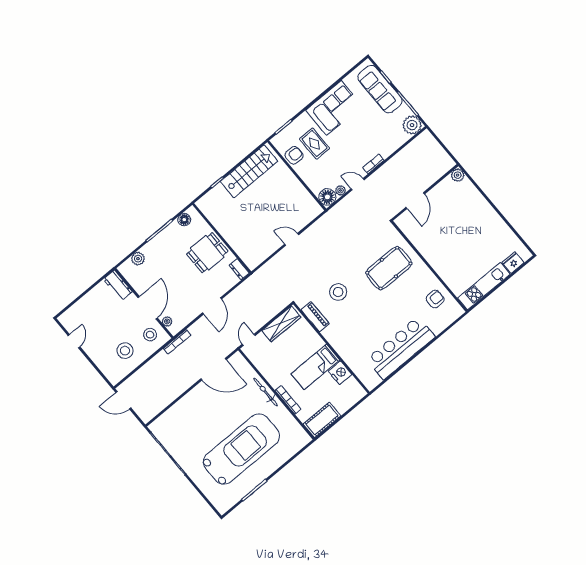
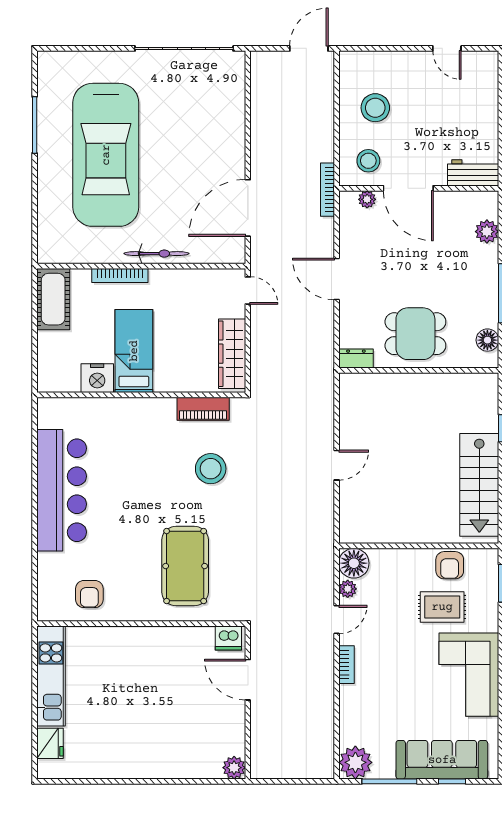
dishwasher: (404, 224) -> (228, 638), added
dining table: (207, 253) -> (415, 334), turned 90

